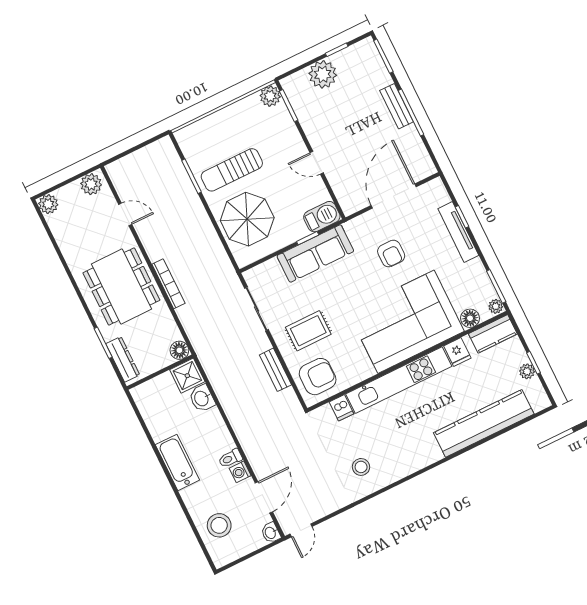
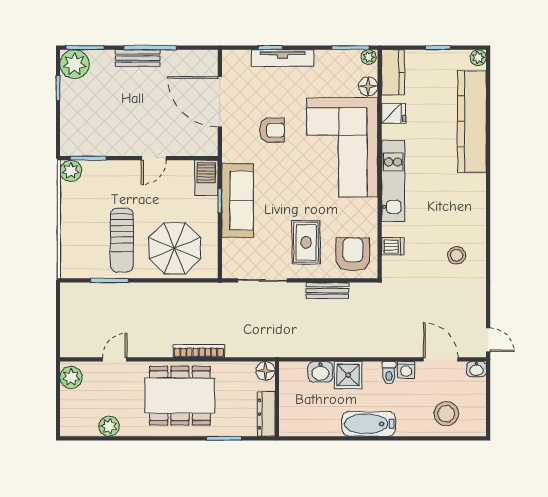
plant: (323, 74) -> (75, 64), moved
plant: (48, 204) -> (109, 426), moved
dresser: (123, 359) -> (266, 414), moved, turned -90
plant: (527, 371) -> (478, 58), moved
shower: (187, 376) -> (348, 375), moved
kitchen unit: (399, 380) -> (393, 181), width x0.73

